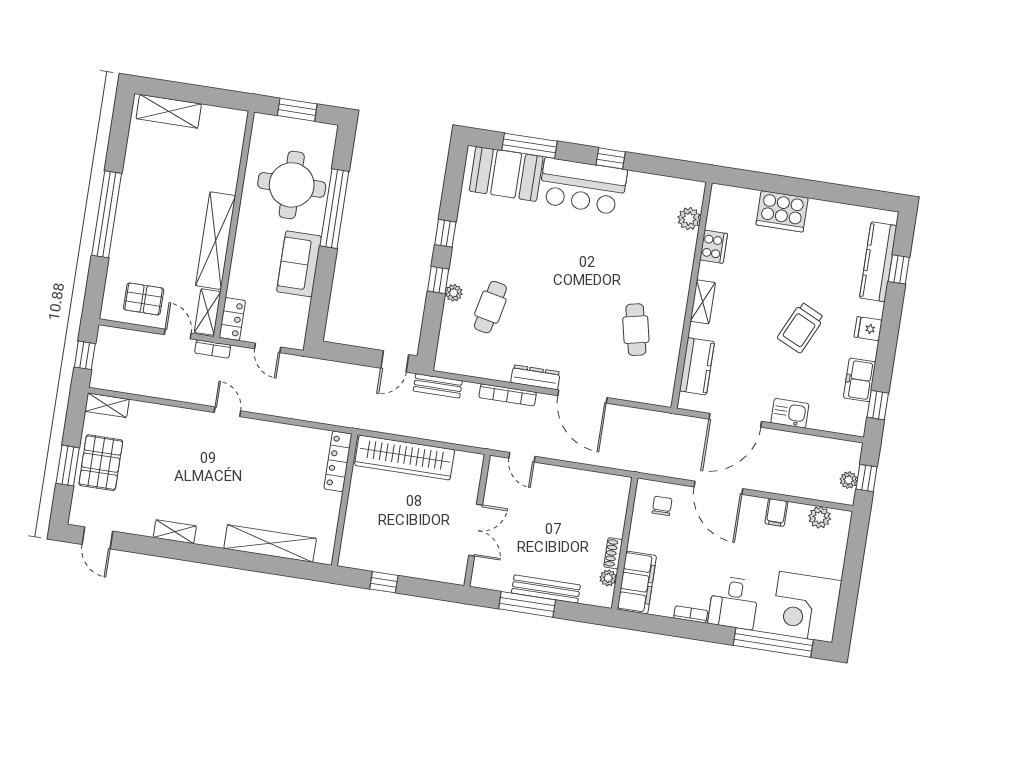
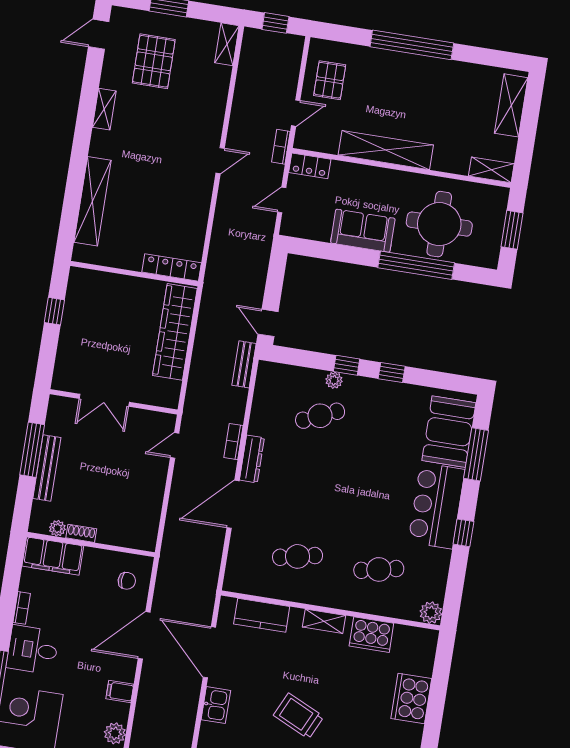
plant: (689, 219) -> (431, 613), moved
cafe table: (649, 246) -> (379, 569), added
cooker: (714, 247) -> (371, 635), width x1.37, depth x1.31
cafe table: (490, 307) -> (320, 416), turned -36
shelving: (208, 312) -> (491, 170), moved
bookcase: (508, 395) -> (233, 442), width x0.64
pallet: (101, 463) -> (154, 61), moved, turned 90

